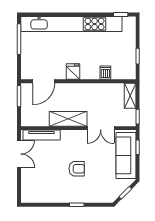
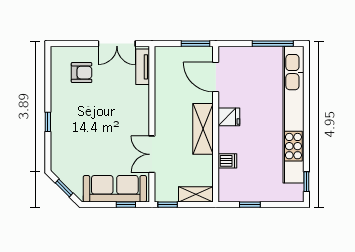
shelving: (68, 119) -> (203, 129), moved
tv unit: (42, 135) -> (143, 67), width x0.71
armchair: (77, 169) -> (82, 73), moved, turned -90

